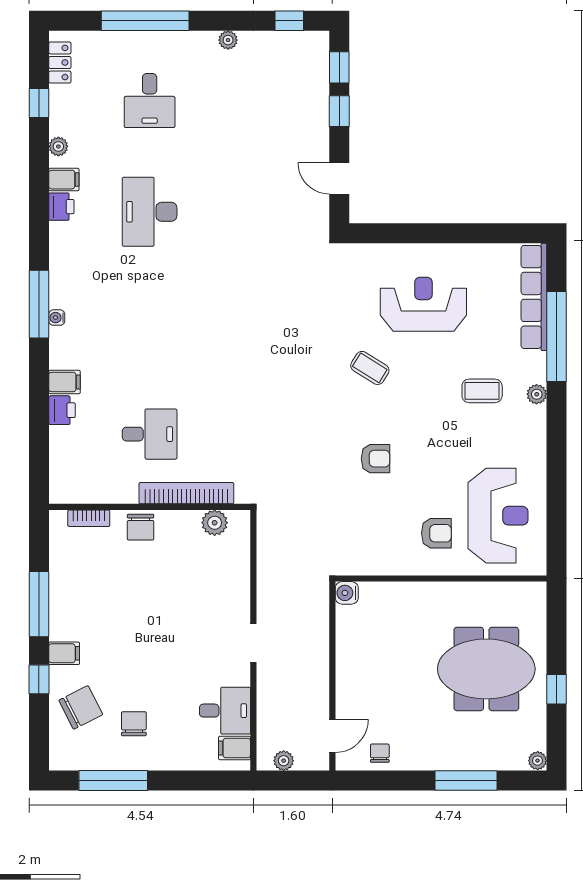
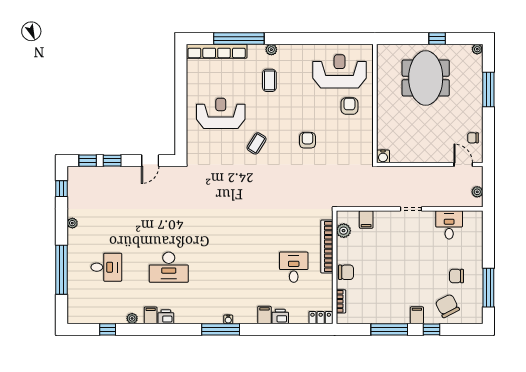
locker: (60, 63) -> (321, 318), moved
reception desk: (423, 304) -> (221, 113), turned 90
filing cabinet: (235, 748) -> (366, 219), moved

